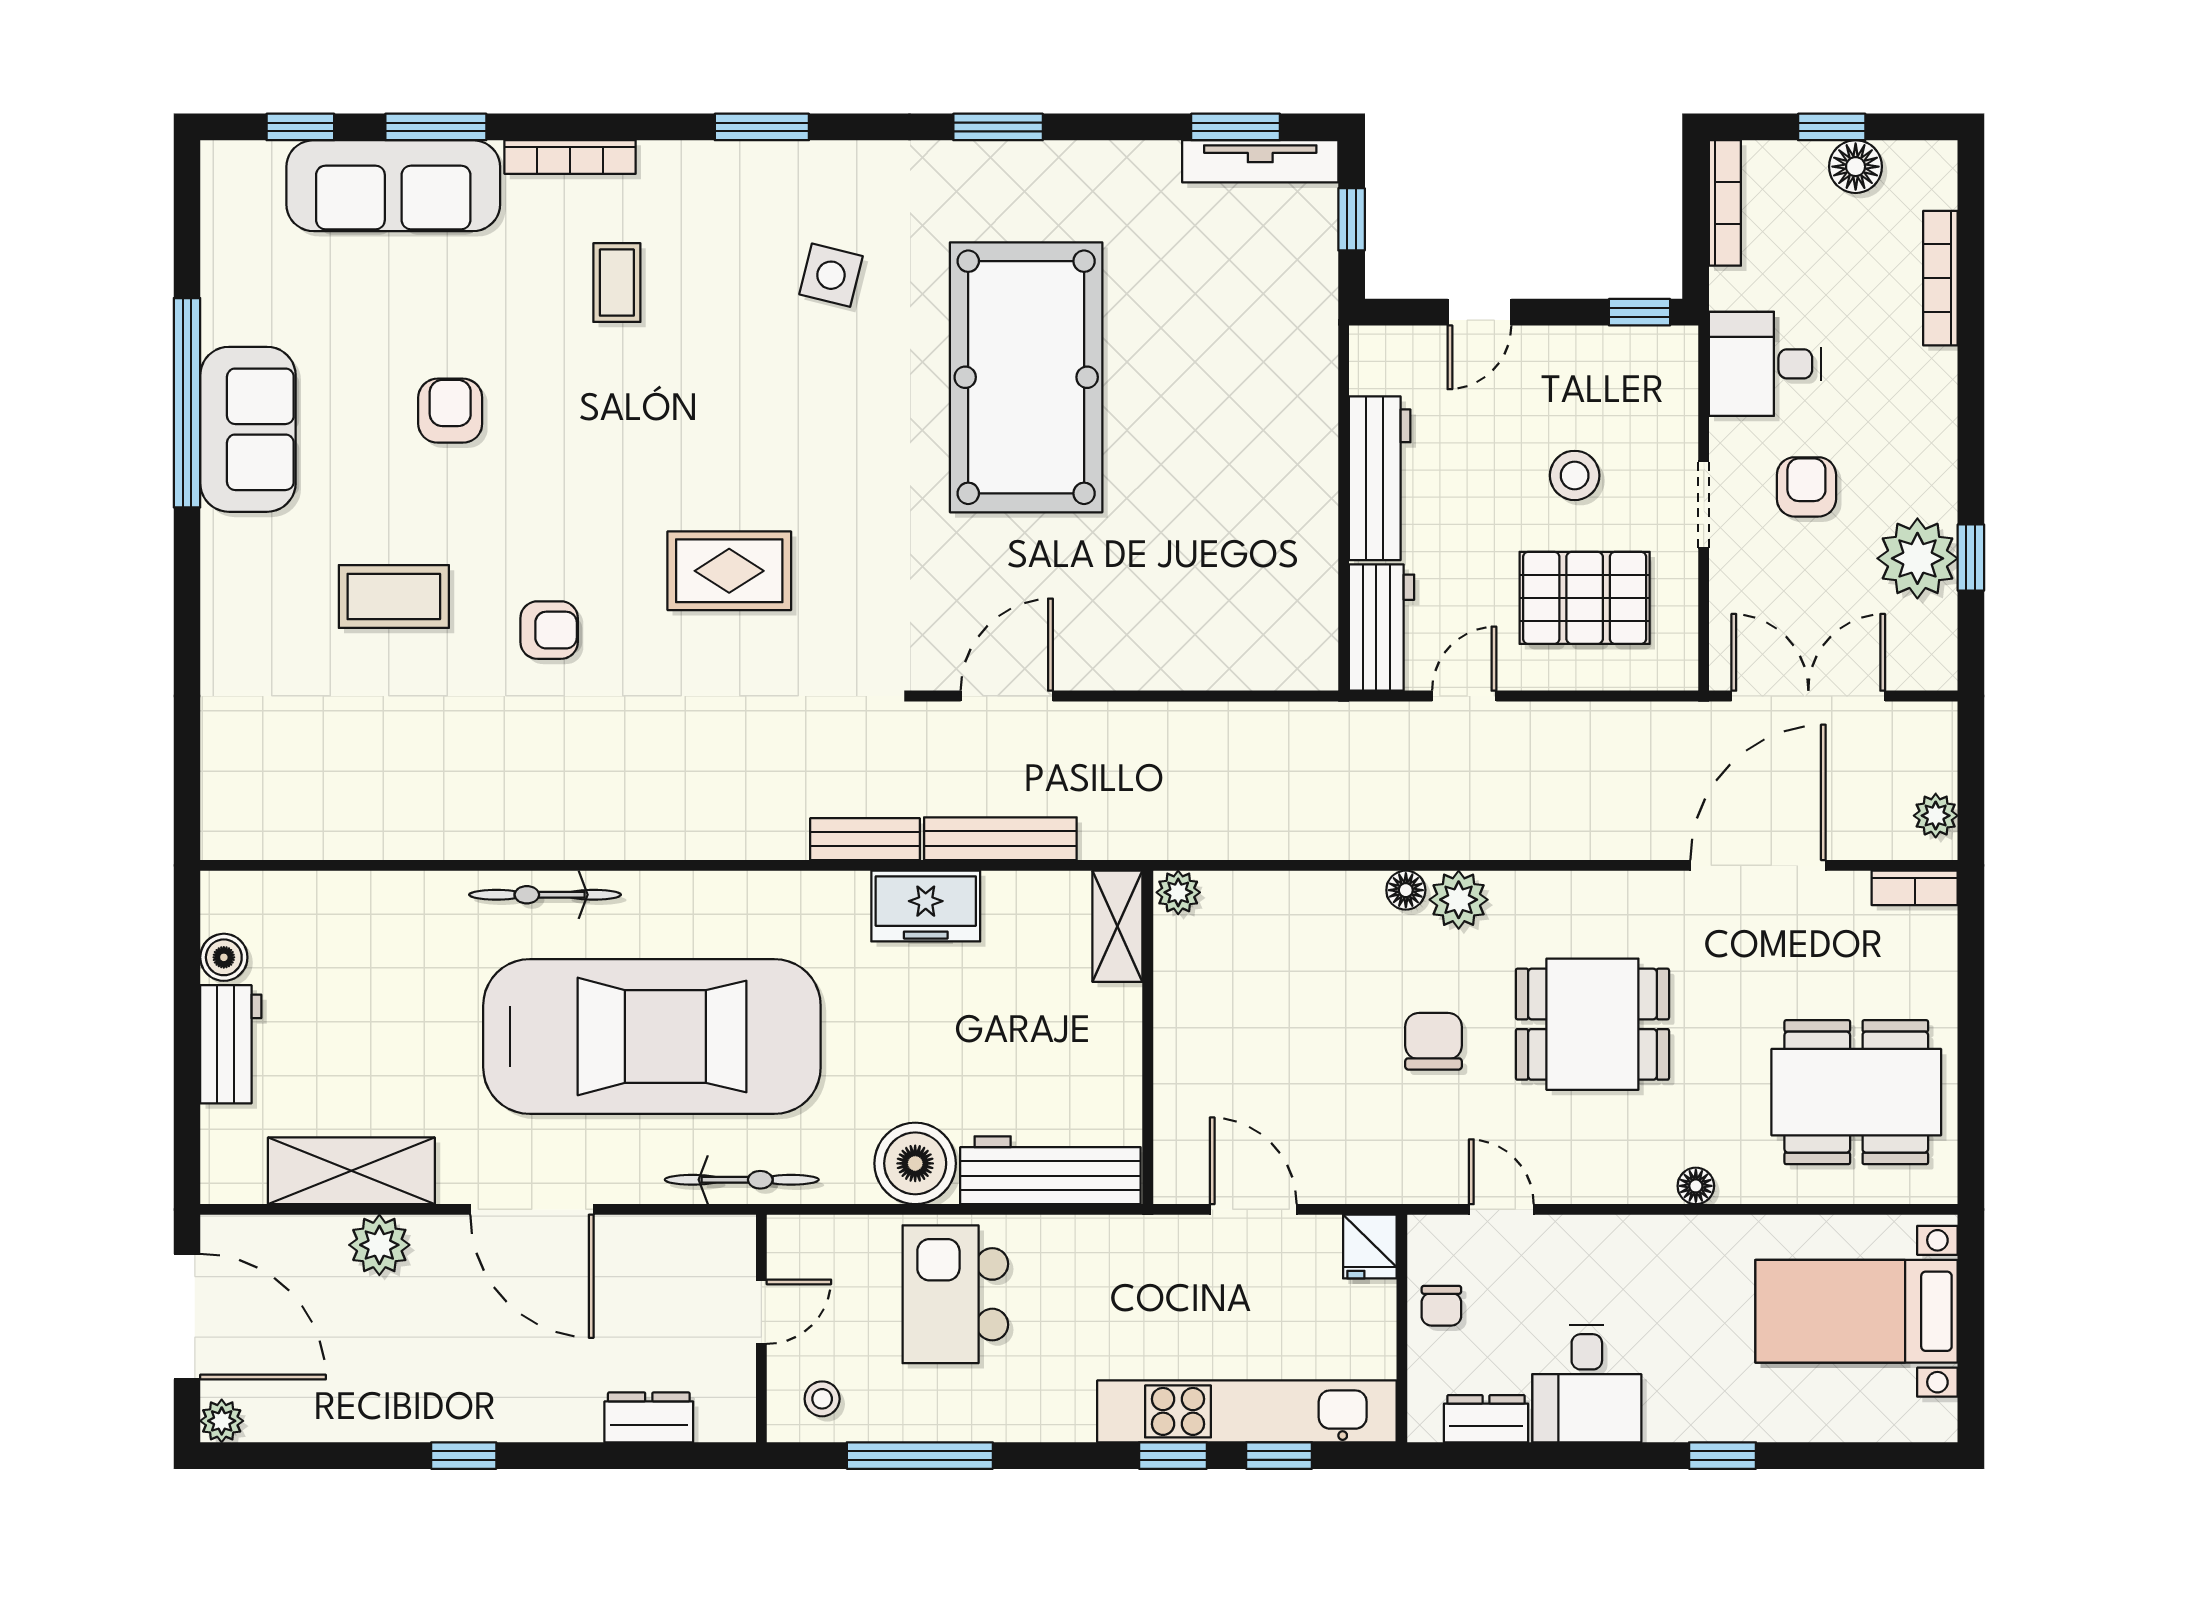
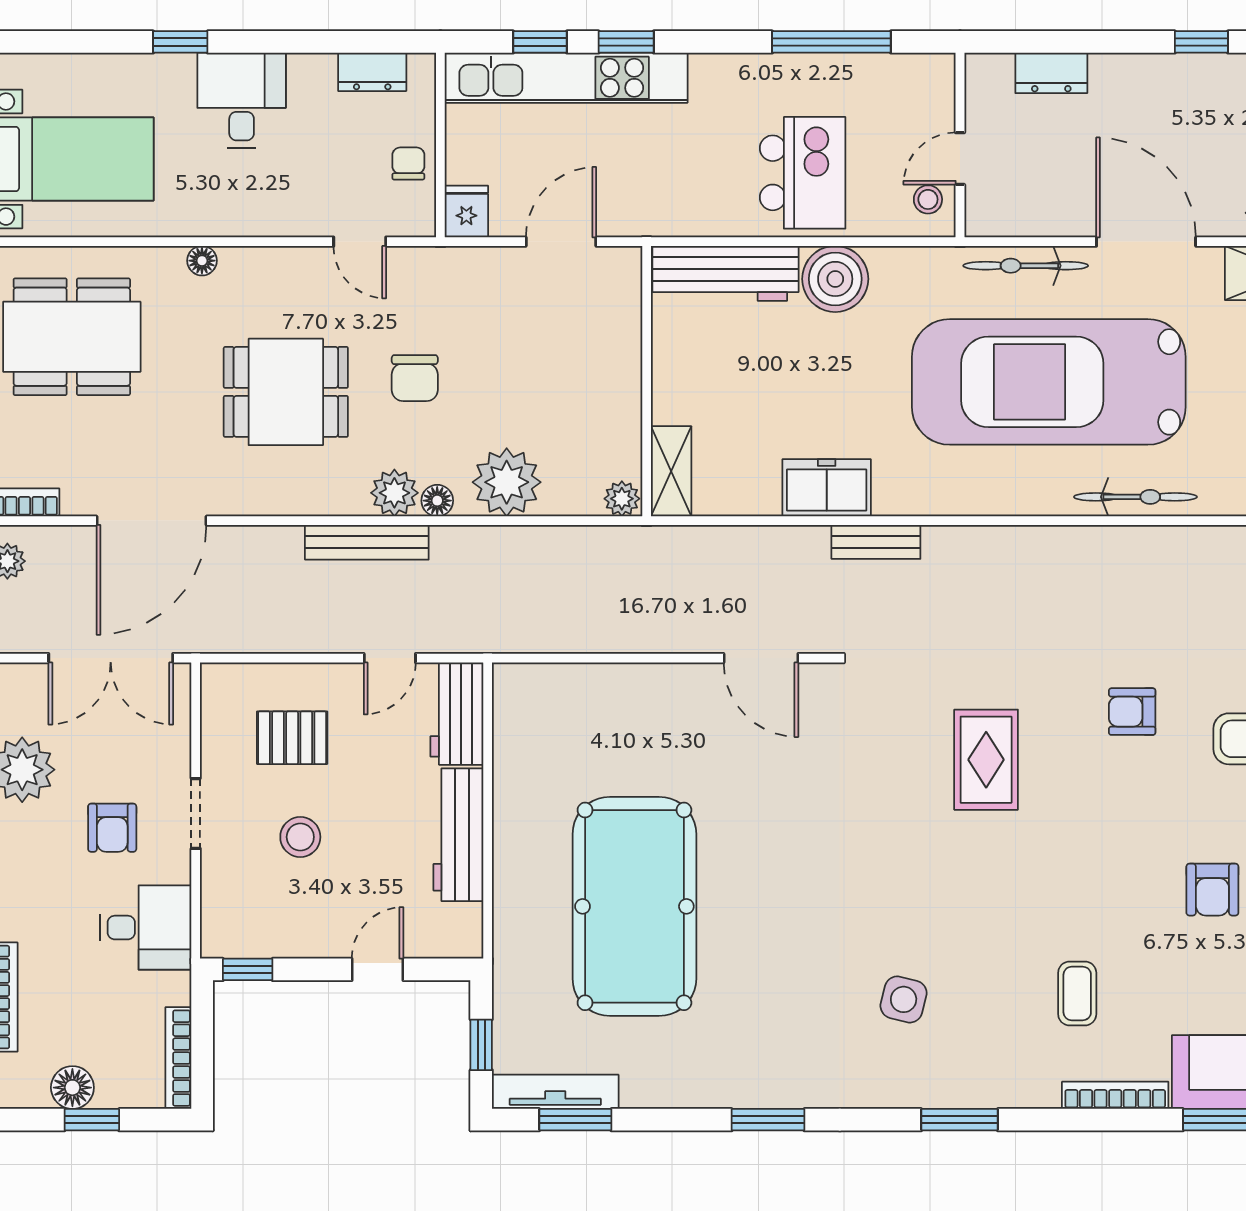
pool table: (1026, 377) -> (634, 906), moved
rug: (729, 571) -> (986, 760), turned 90
pallet: (1585, 598) -> (292, 738), width x0.67, depth x0.71
door: (1007, 696) -> (761, 658), hinge flipped
bench: (1000, 839) -> (367, 542), moved
plant: (1320, 913) -> (507, 482), added
bicycle: (742, 1180) -> (1026, 266), moved
door: (1253, 1209) -> (561, 242), swing flipped
desk: (1587, 1384) -> (242, 100), moved
stool: (822, 1399) -> (928, 199), moved

